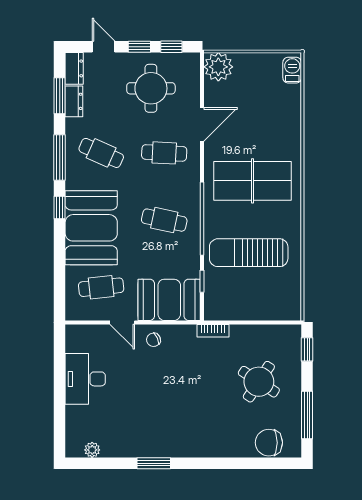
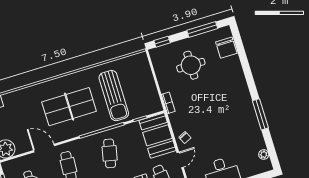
table tennis table: (253, 181) -> (69, 107), turned 90
round table: (259, 382) -> (191, 65), turned -33
window: (154, 463) -> (260, 114), width x1.44

